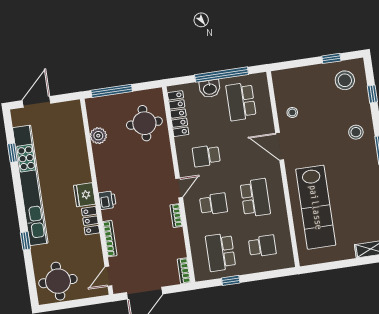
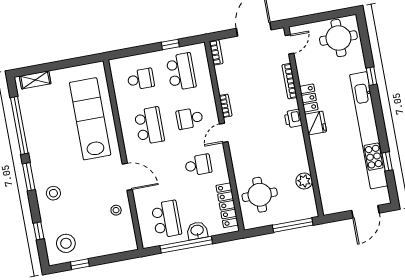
school desk: (255, 198) -> (149, 126), turned 180
school desk: (262, 246) -> (141, 79), turned 180

